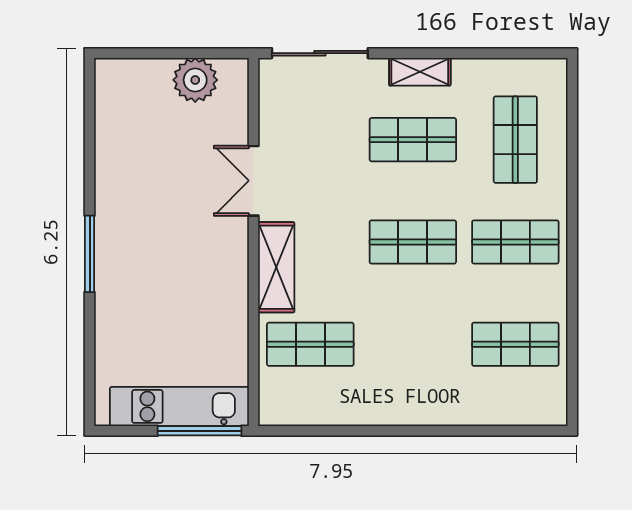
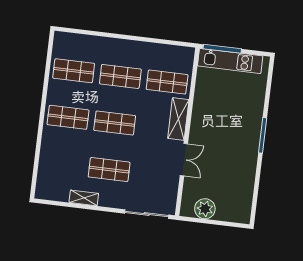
shelving: (420, 72) -> (84, 198), moved
shop shelf: (515, 140) -> (120, 76), moved, turned 90

